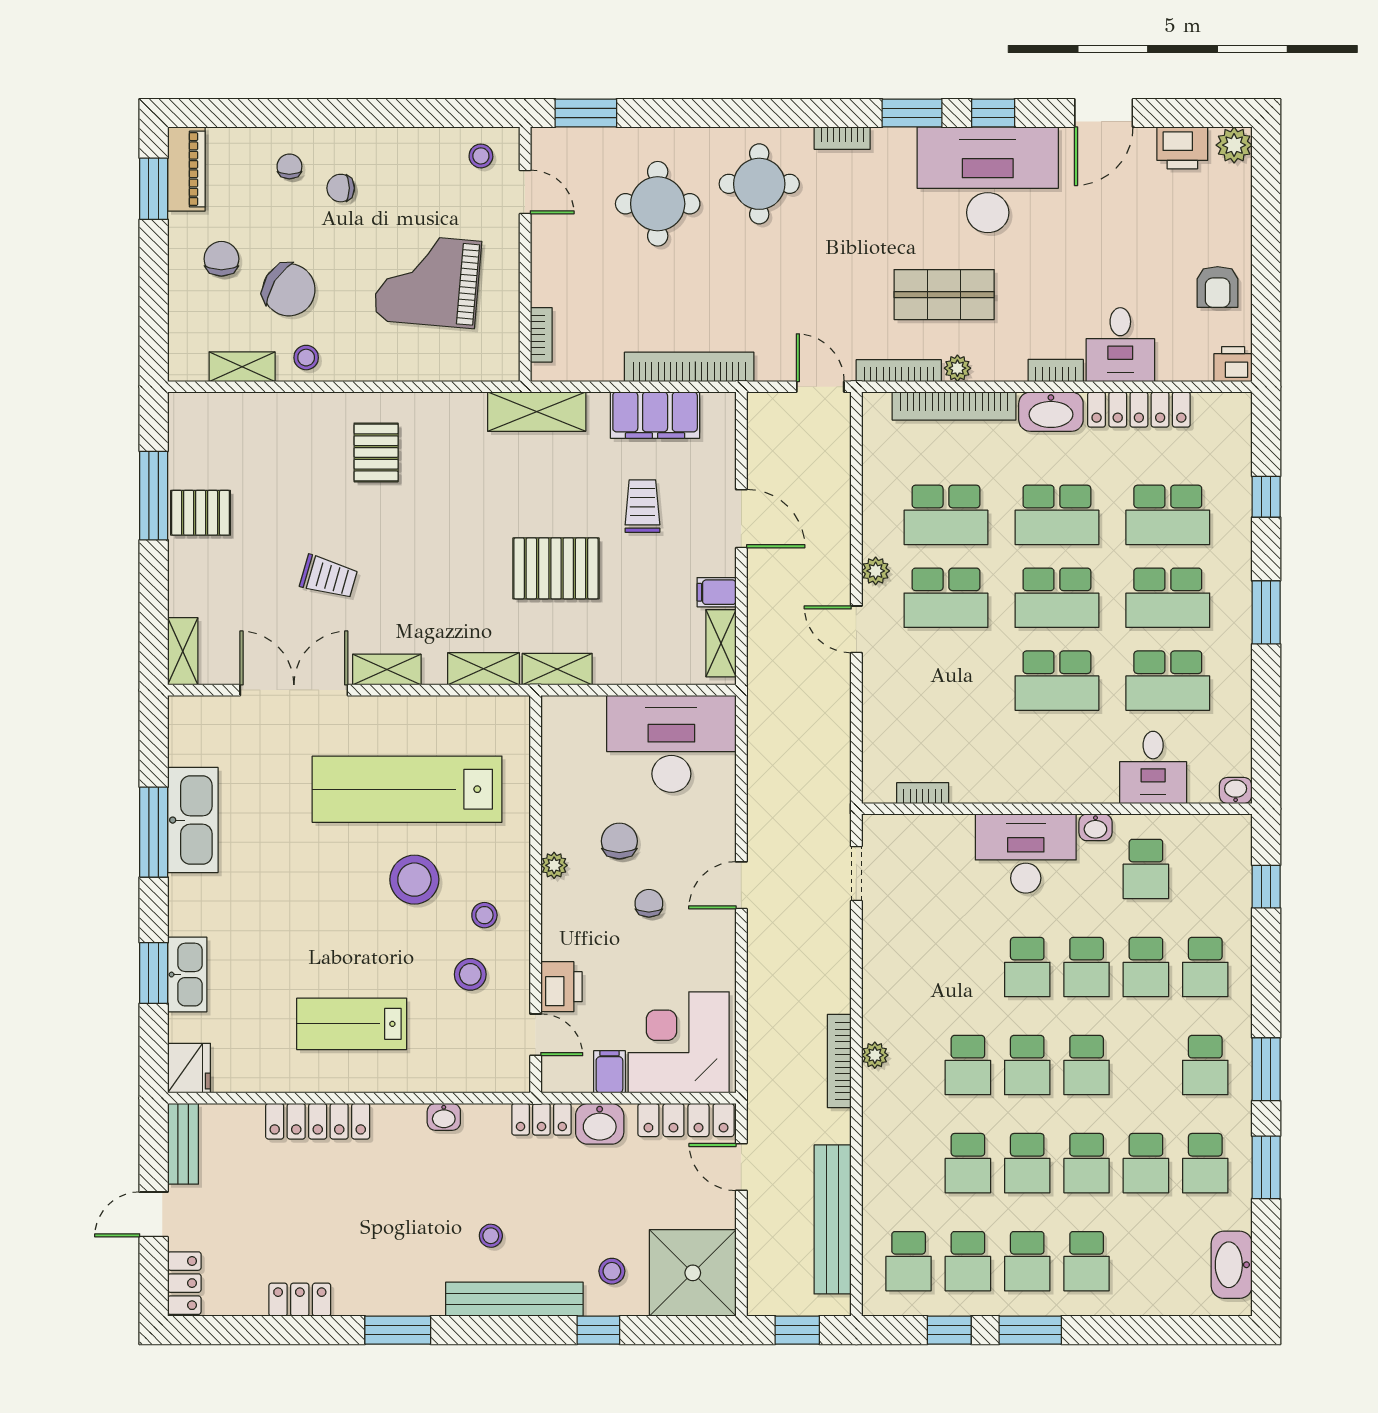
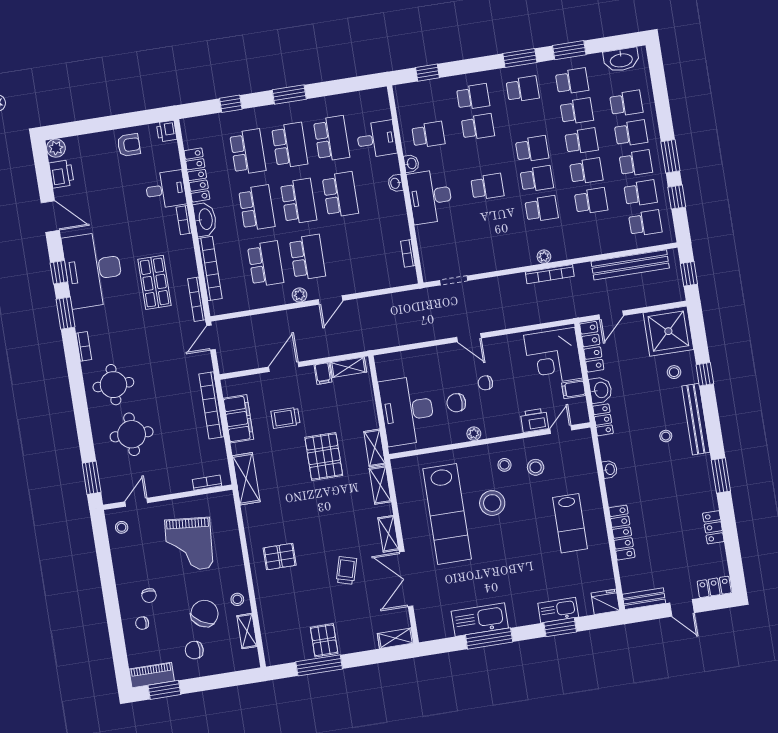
plant: (957, 368) -> (191, 270), removed
desk: (671, 744) -> (407, 411), moved
washbasin: (1236, 790) -> (395, 183), moved
school desk: (1087, 967) -> (626, 103), moved

